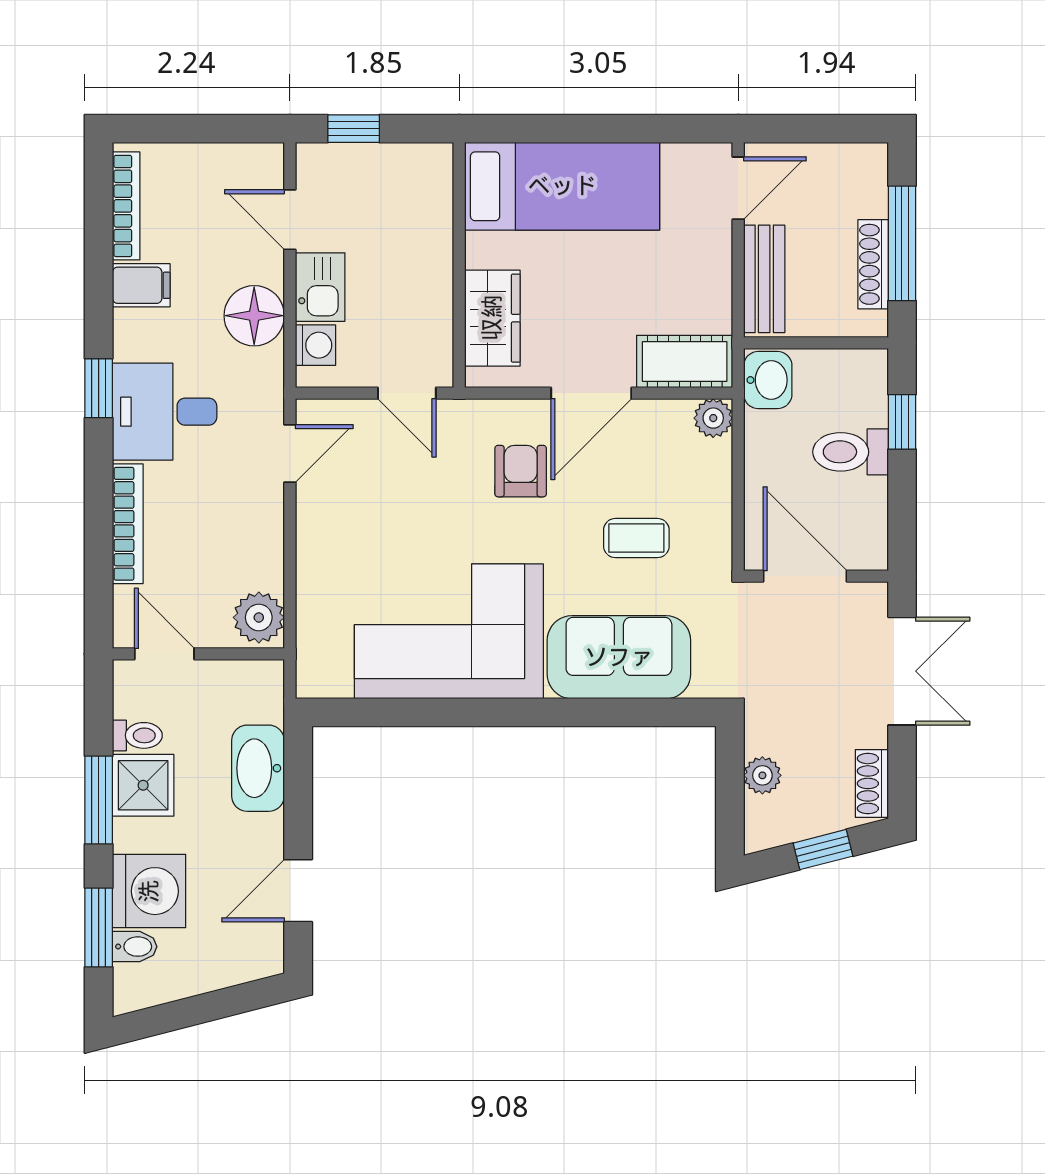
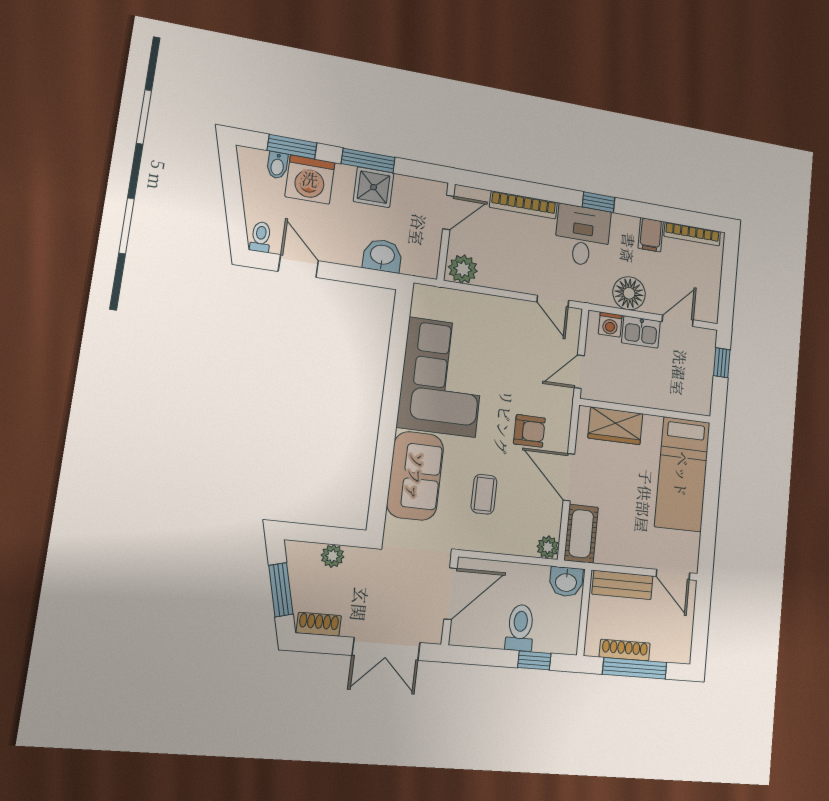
toilet: (137, 735) -> (261, 237), moved, turned 180
washbasin: (258, 768) -> (382, 256), width x0.72
window: (823, 850) -> (281, 590), width x1.50

